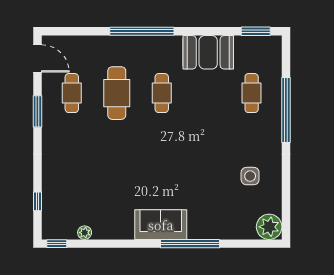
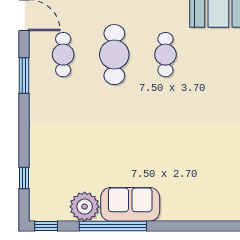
sofa: (161, 225) -> (130, 204), moved
plant: (85, 233) -> (85, 207), width x1.88, depth x1.88
window: (190, 244) -> (113, 226), moved

